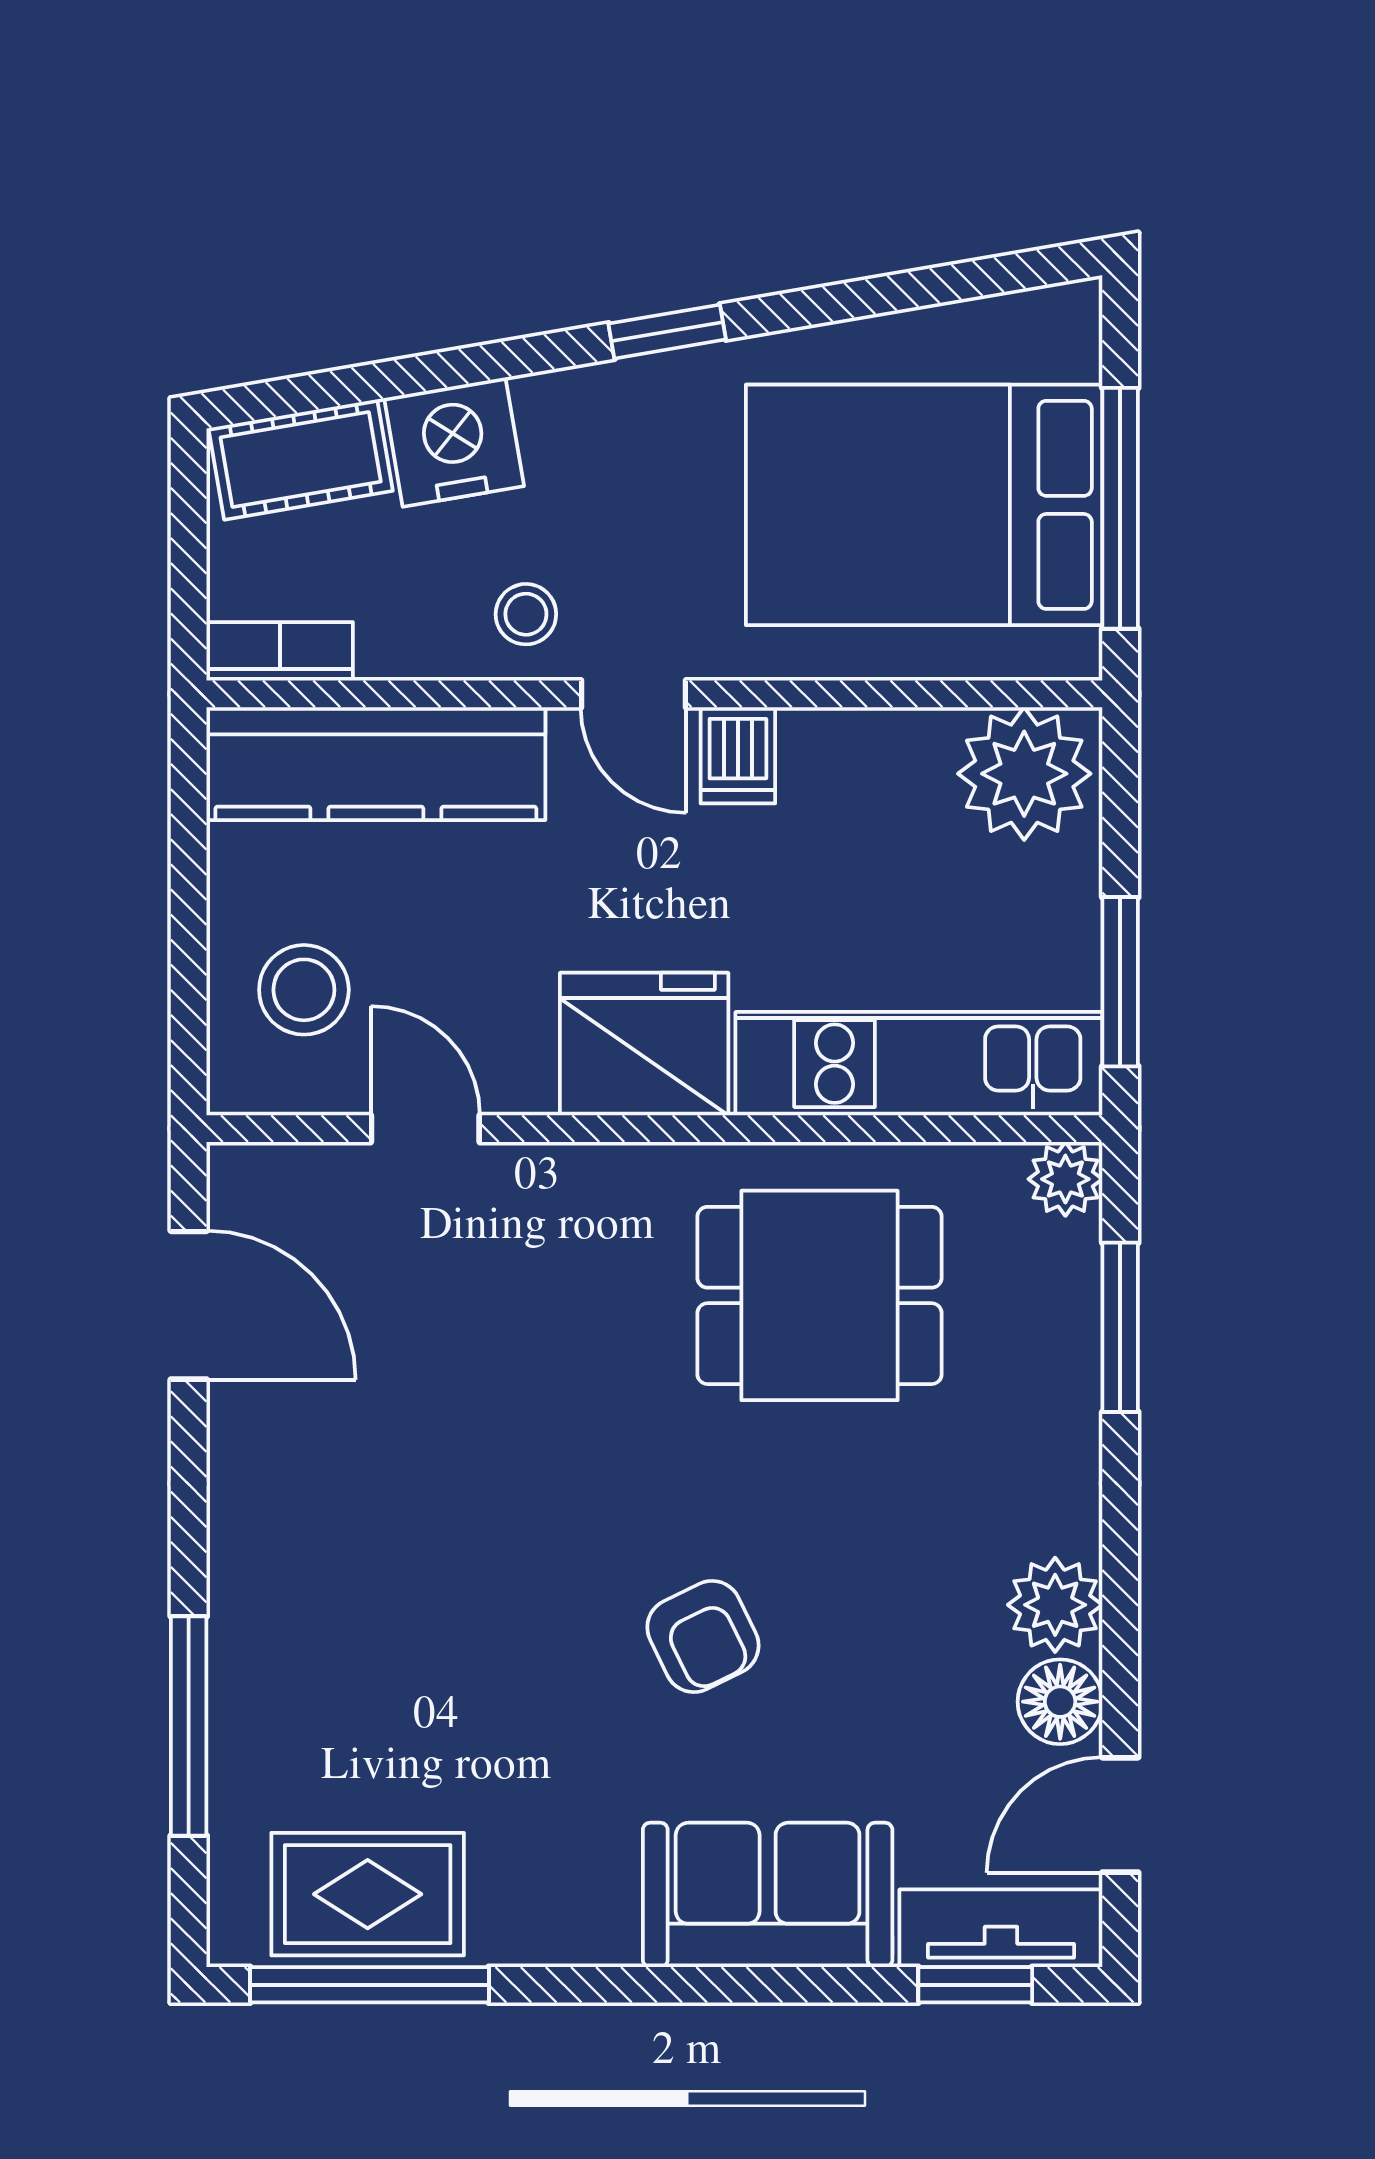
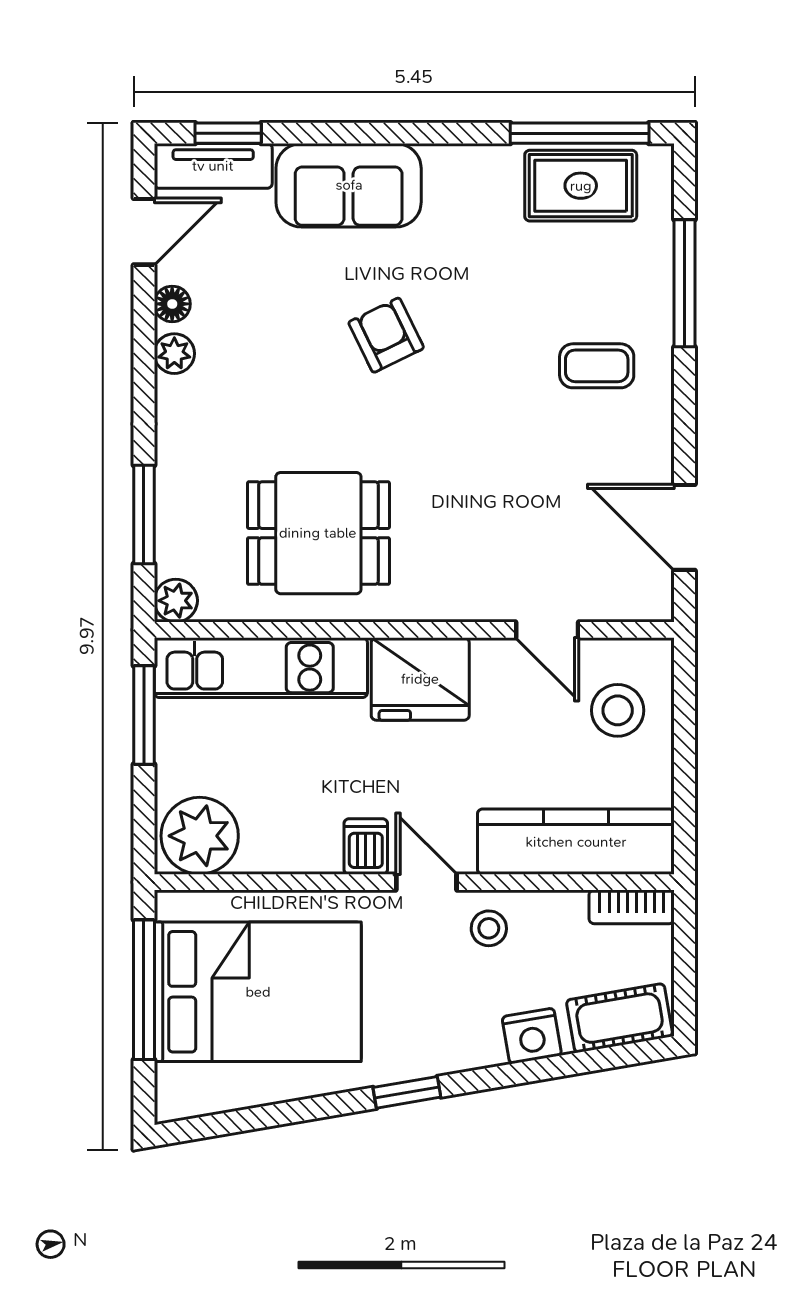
nightstand: (454, 442) -> (532, 1036), width x0.74, depth x0.75
coffee table: (340, 1584) -> (597, 366), added
plant: (1055, 1605) -> (174, 354), width x0.73, depth x0.73
floor lamp: (1060, 1702) -> (172, 304), width x0.73, depth x0.73

